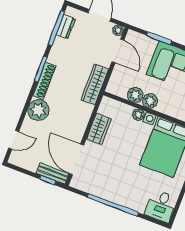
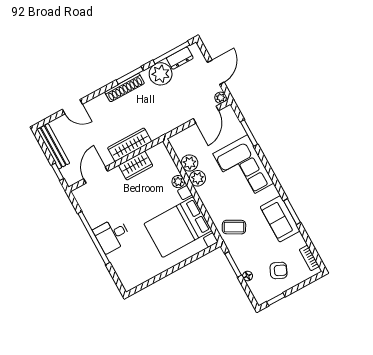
wardrobe: (95, 85) -> (130, 145), moved
plant: (38, 110) -> (161, 74), moved
door: (14, 140) -> (72, 107), moved
door: (76, 159) -> (96, 175), width x0.73
bench: (52, 173) -> (53, 146), moved, width x1.36
desk: (161, 206) -> (112, 235), moved

